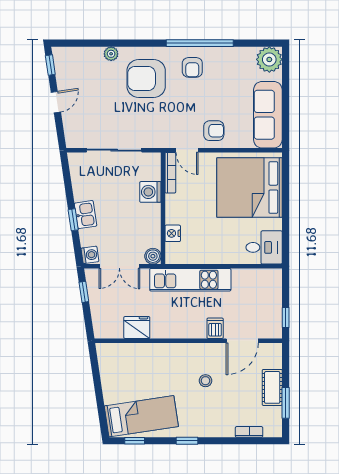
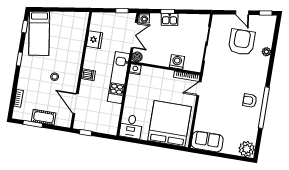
armchair: (146, 78) -> (242, 42), moved
sofa: (268, 115) -> (207, 142), width x0.73
armchair: (214, 131) -> (208, 107), removed
nightstand: (173, 233) -> (135, 69), moved
double door: (119, 266) -> (134, 35), swing flipped
dishwasher: (215, 328) -> (88, 75), moved

